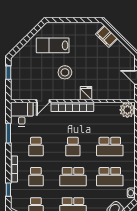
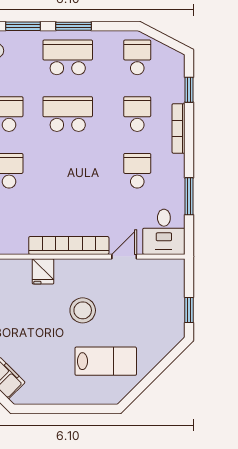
school desk: (73, 147) -> (68, 171), removed

